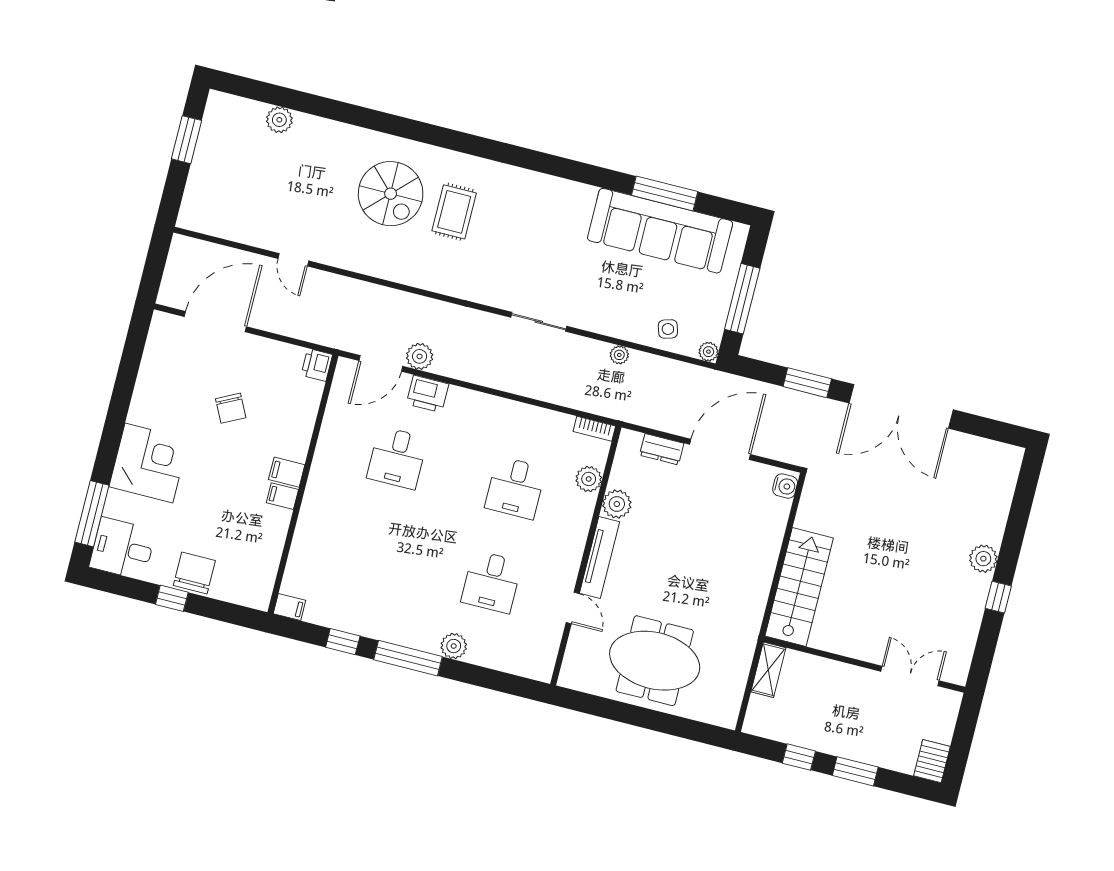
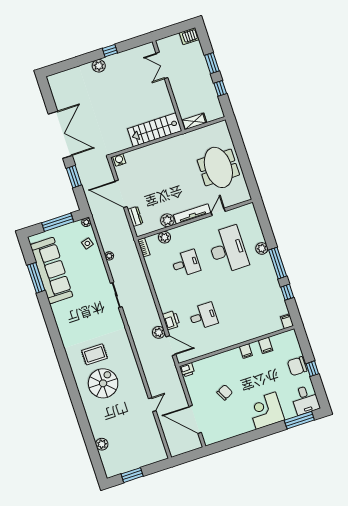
filing cabinet: (287, 472) -> (266, 345), moved
desk: (492, 582) -> (228, 250), width x1.87, depth x1.30

